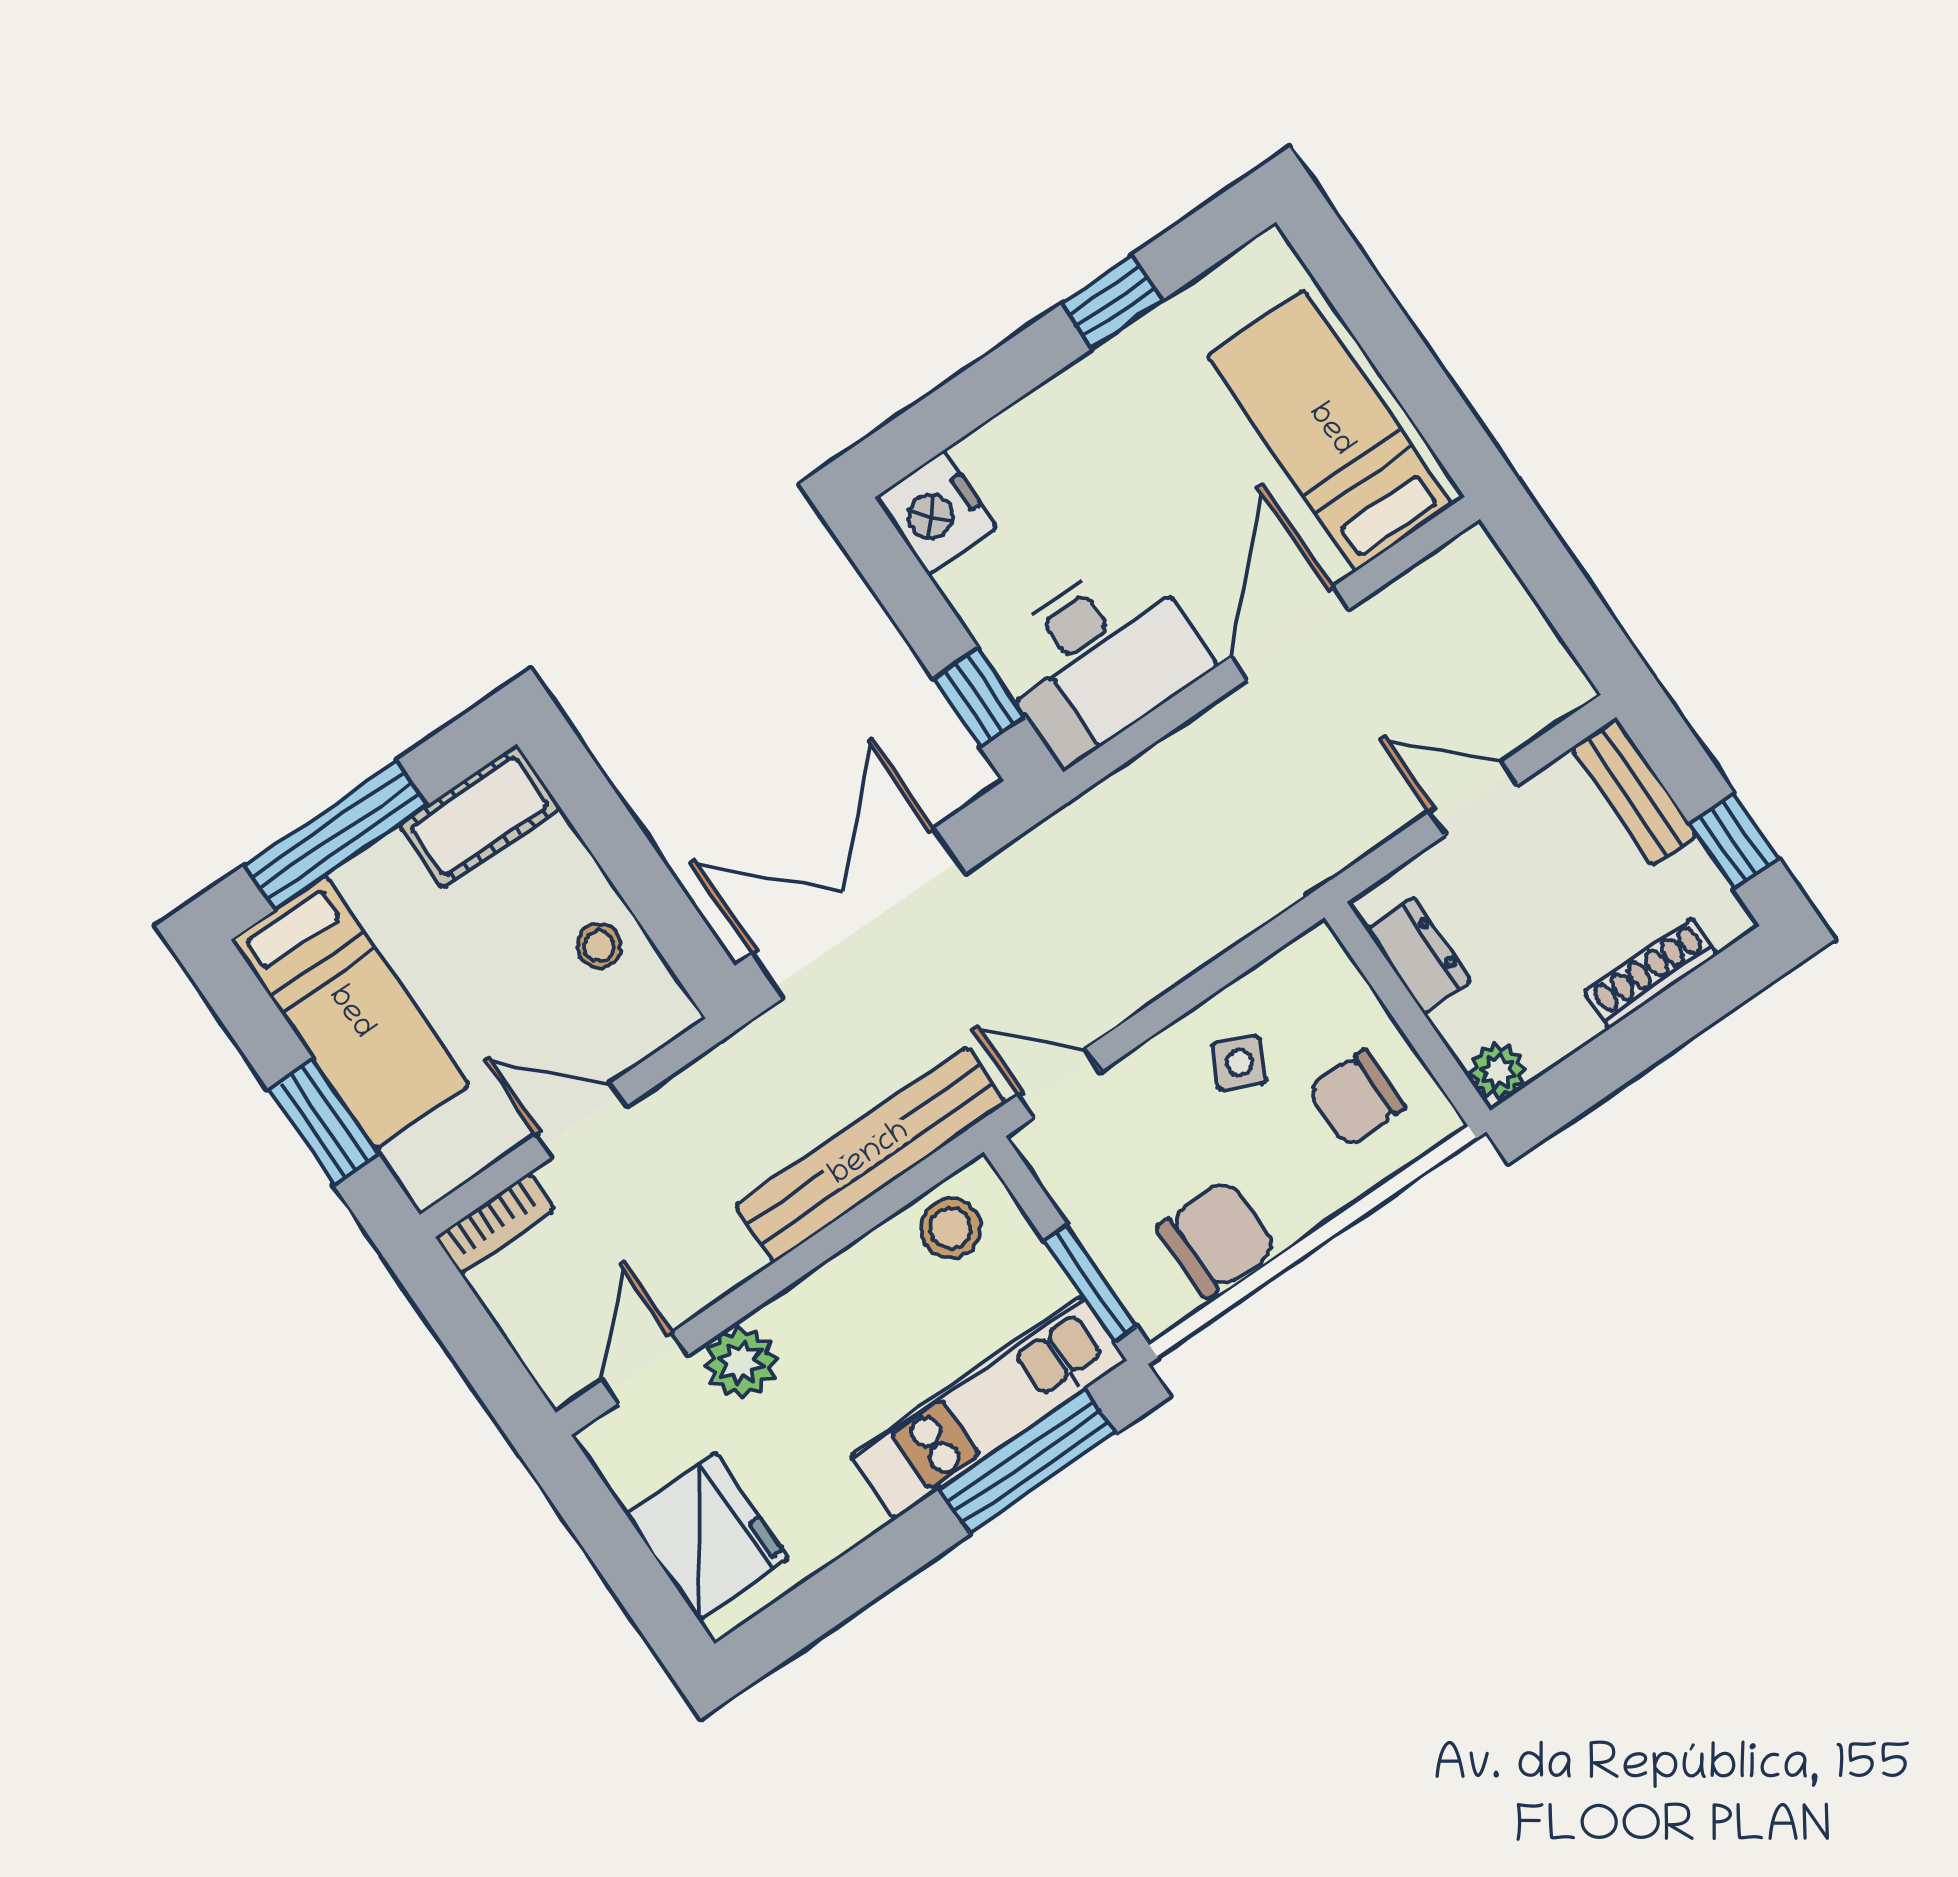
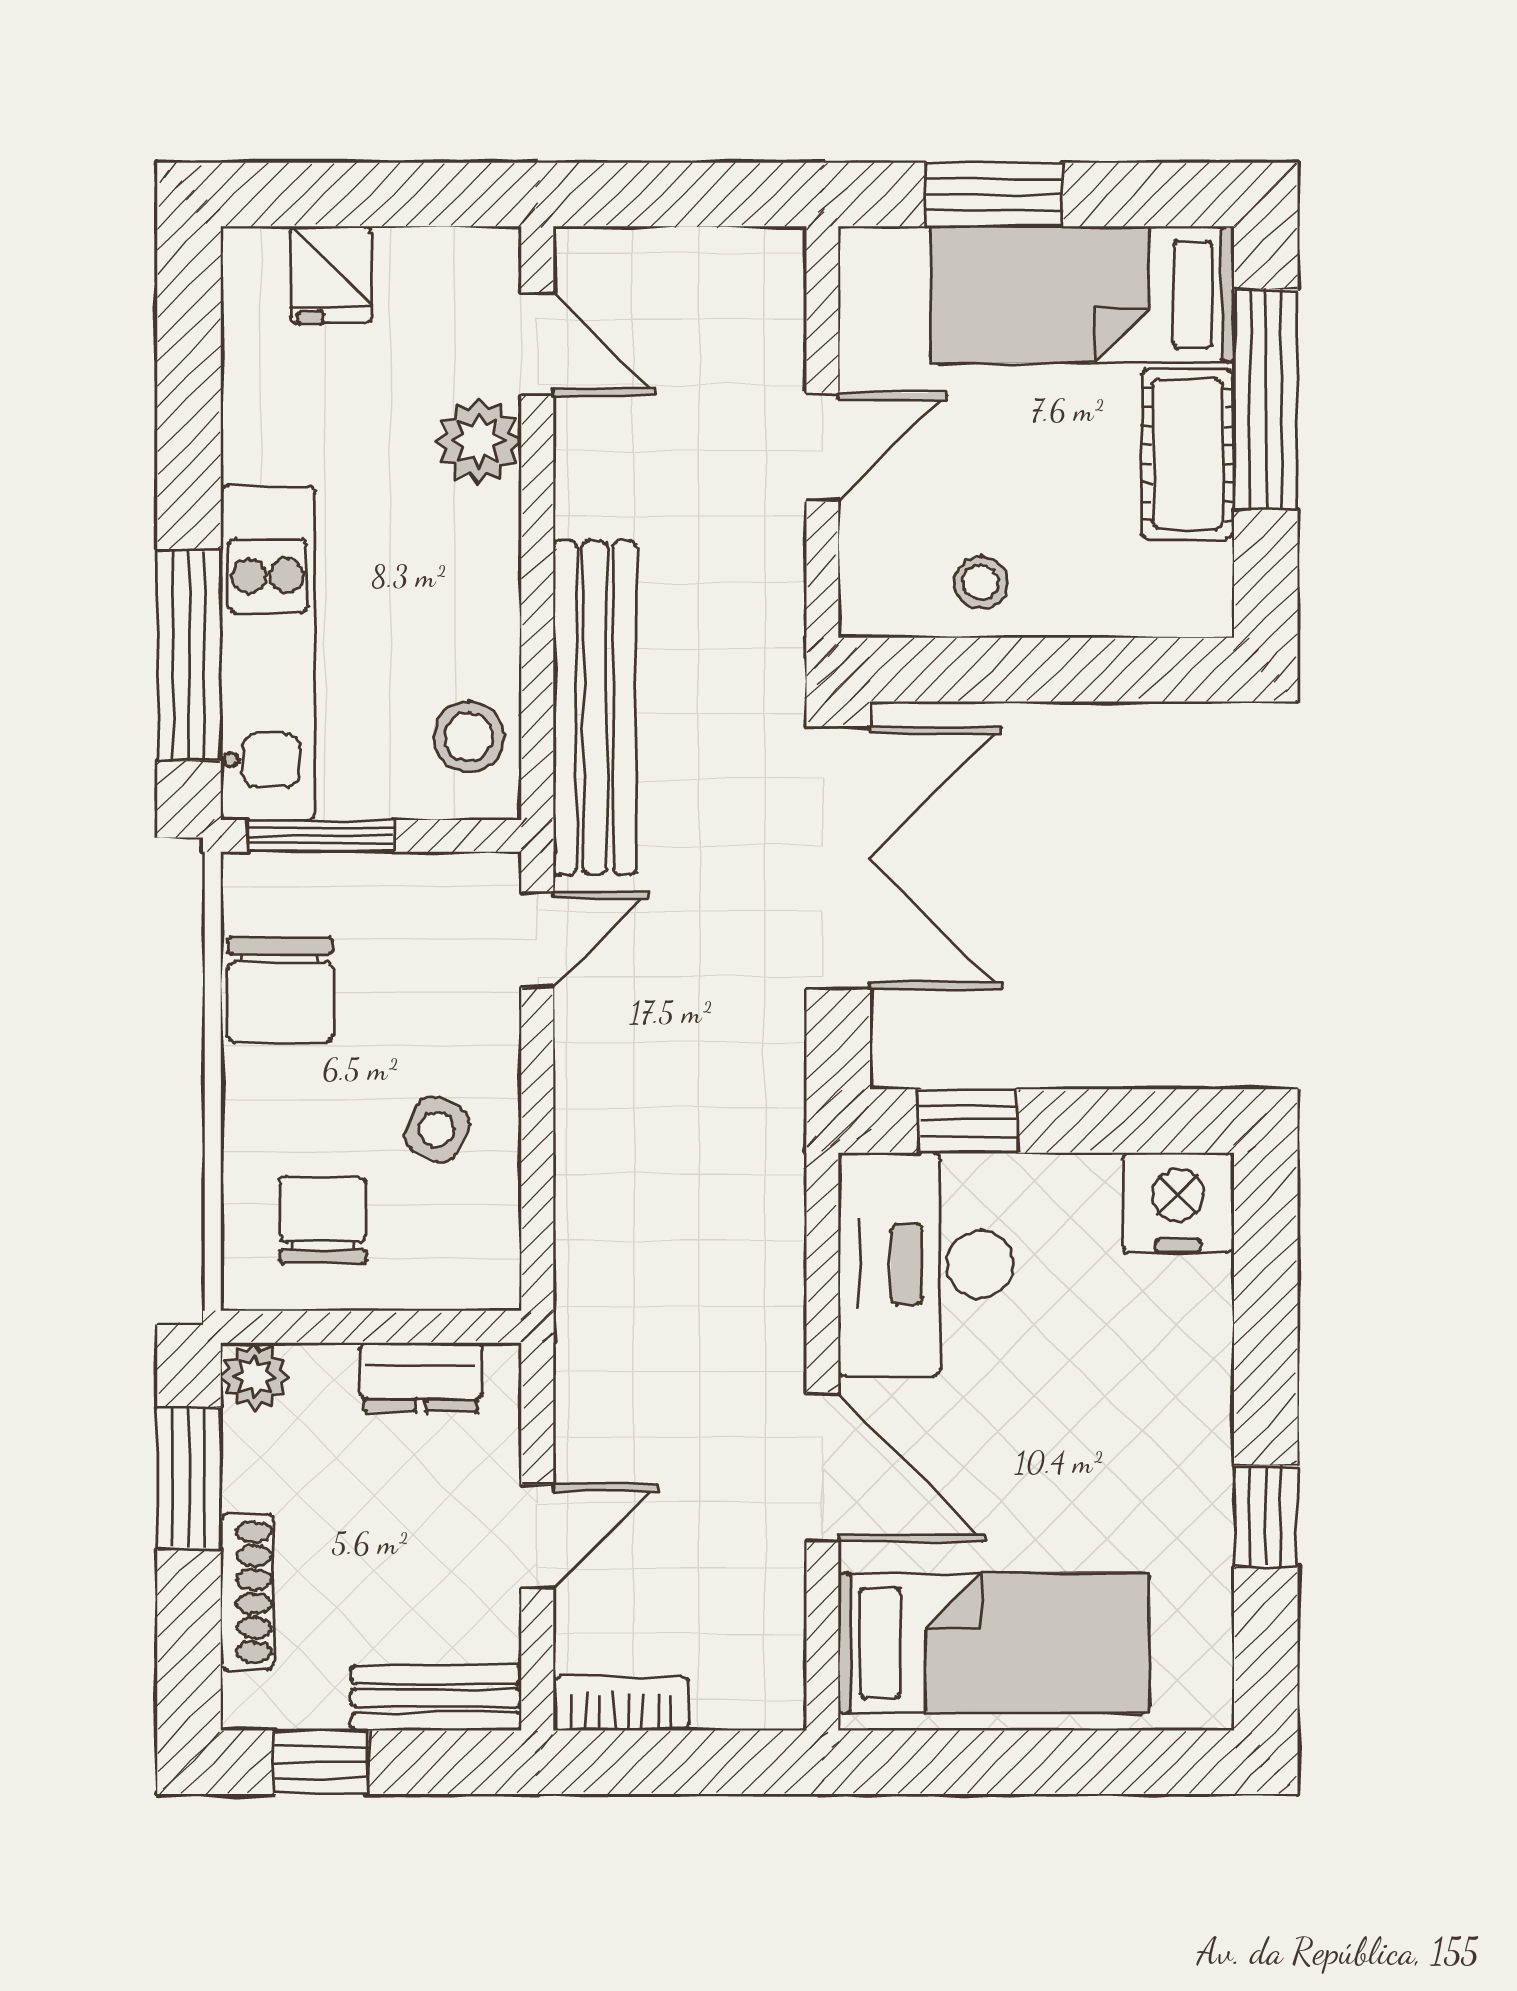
cot: (480, 816) -> (1188, 454), moved
window: (1599, 1068) -> (189, 1478), added
bookcase: (495, 1223) -> (621, 1703), moved, turned 90
fridge: (707, 1536) -> (331, 275), width x0.53, depth x0.75

